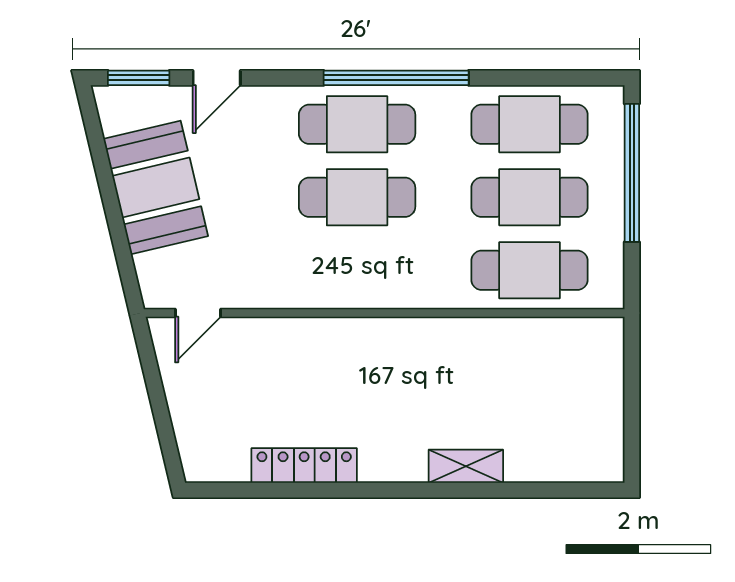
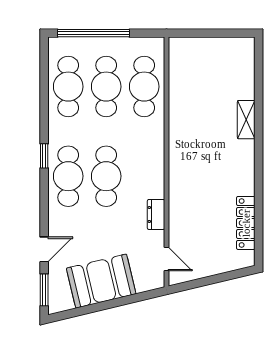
door: (217, 78) -> (44, 249), hinge flipped
window: (396, 78) -> (44, 156), width x0.32
dresser: (284, 293) -> (156, 214), added
locker: (304, 465) -> (246, 223), moved

